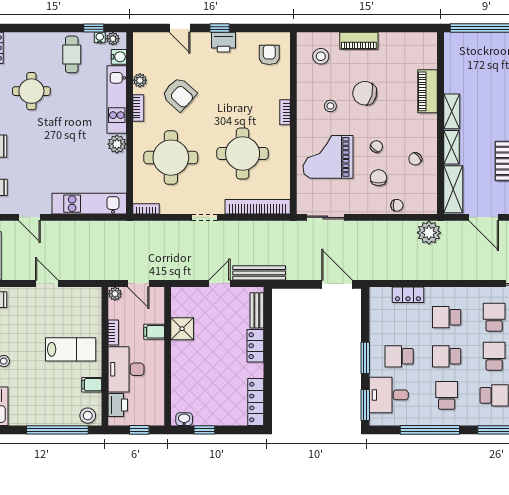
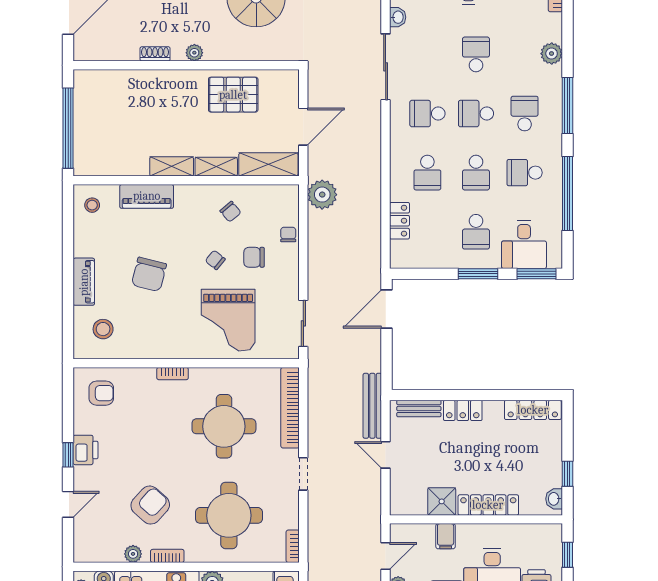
armchair: (269, 55) -> (101, 393), turned 180
stool: (330, 106) -> (92, 205), moved
locker: (179, 366) -> (488, 505), added

